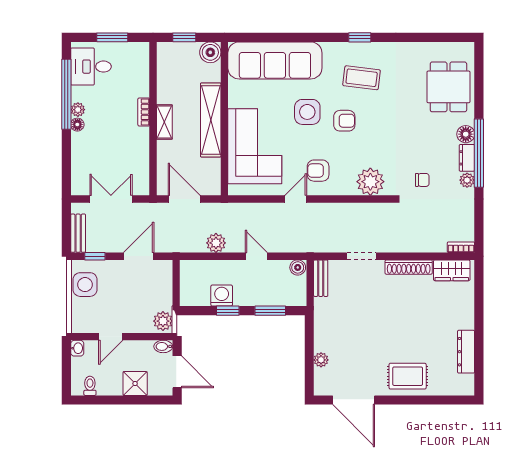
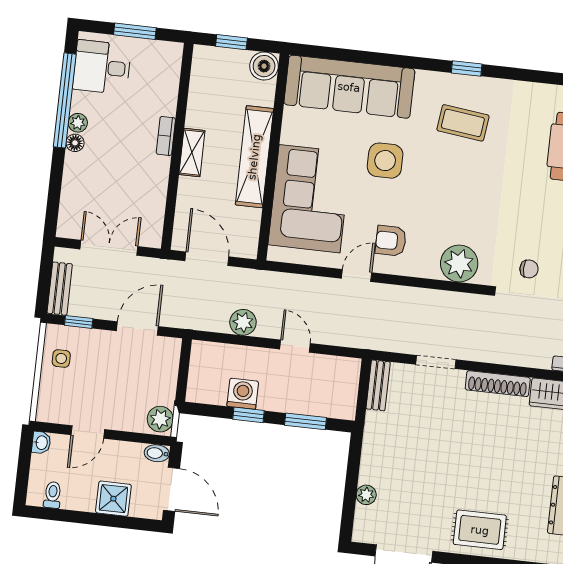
armchair: (344, 121) -> (433, 178), removed
boiler: (298, 267) -> (349, 368), removed
side table: (85, 285) -> (61, 358), width x0.54, depth x0.54

